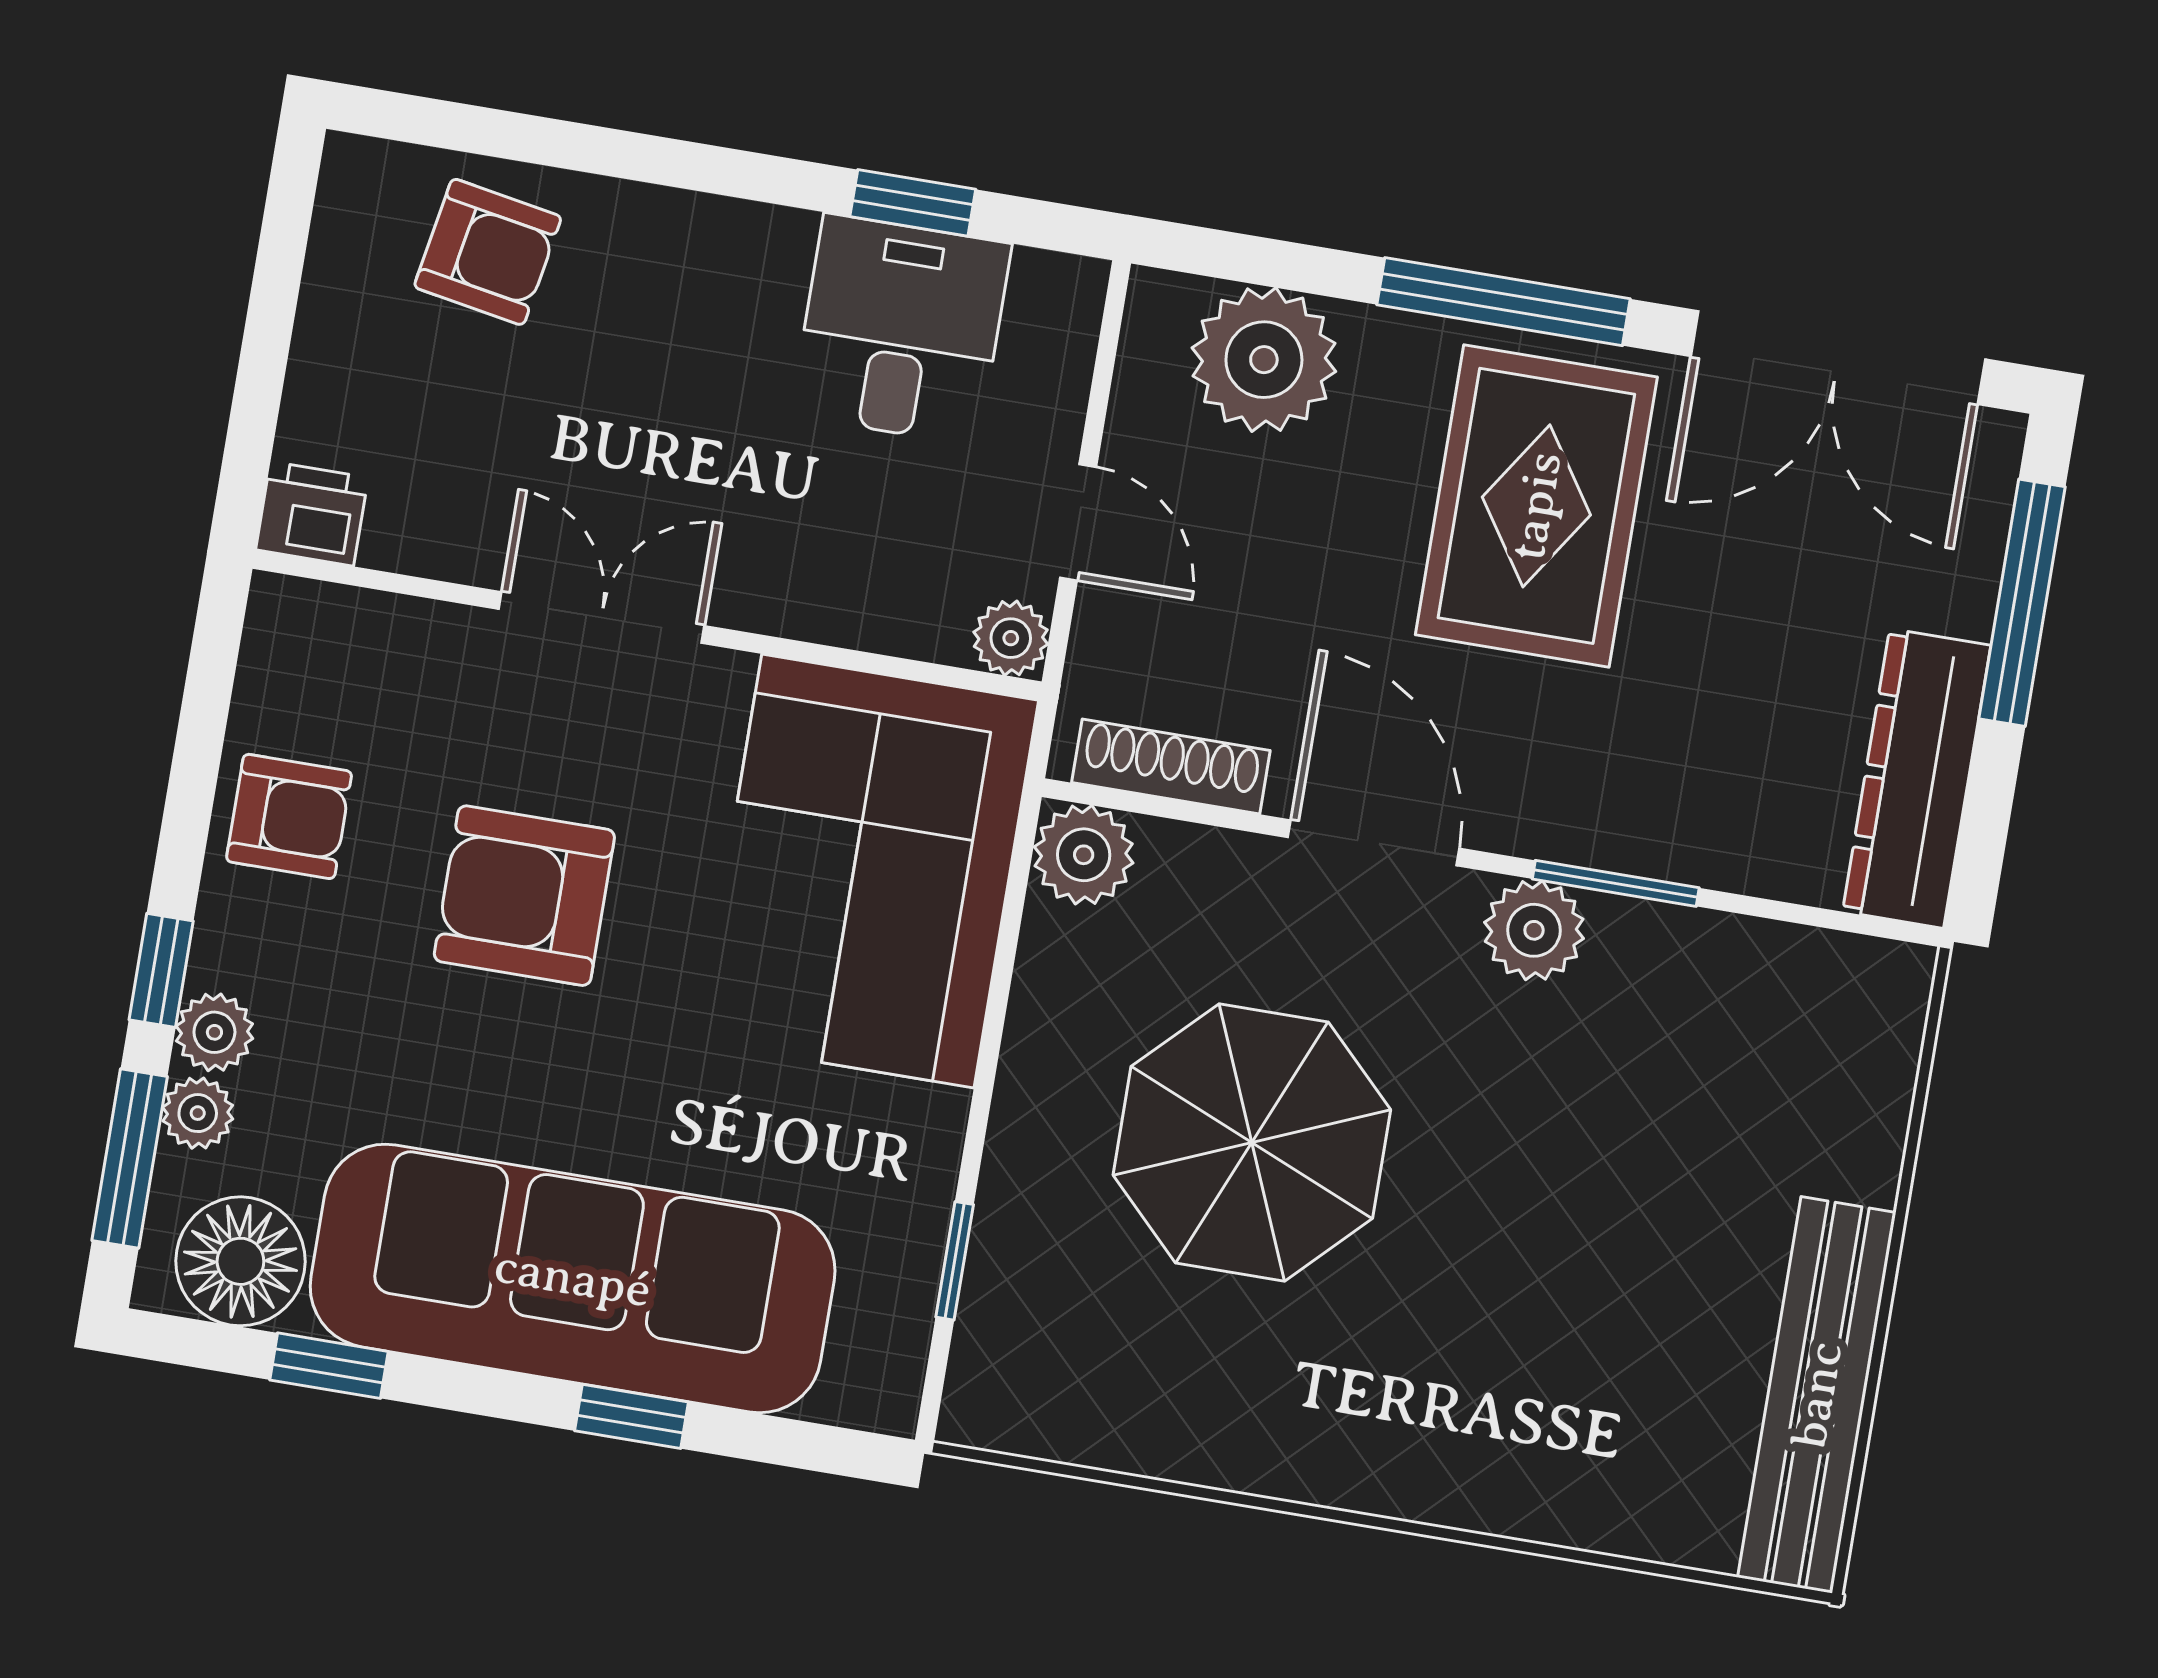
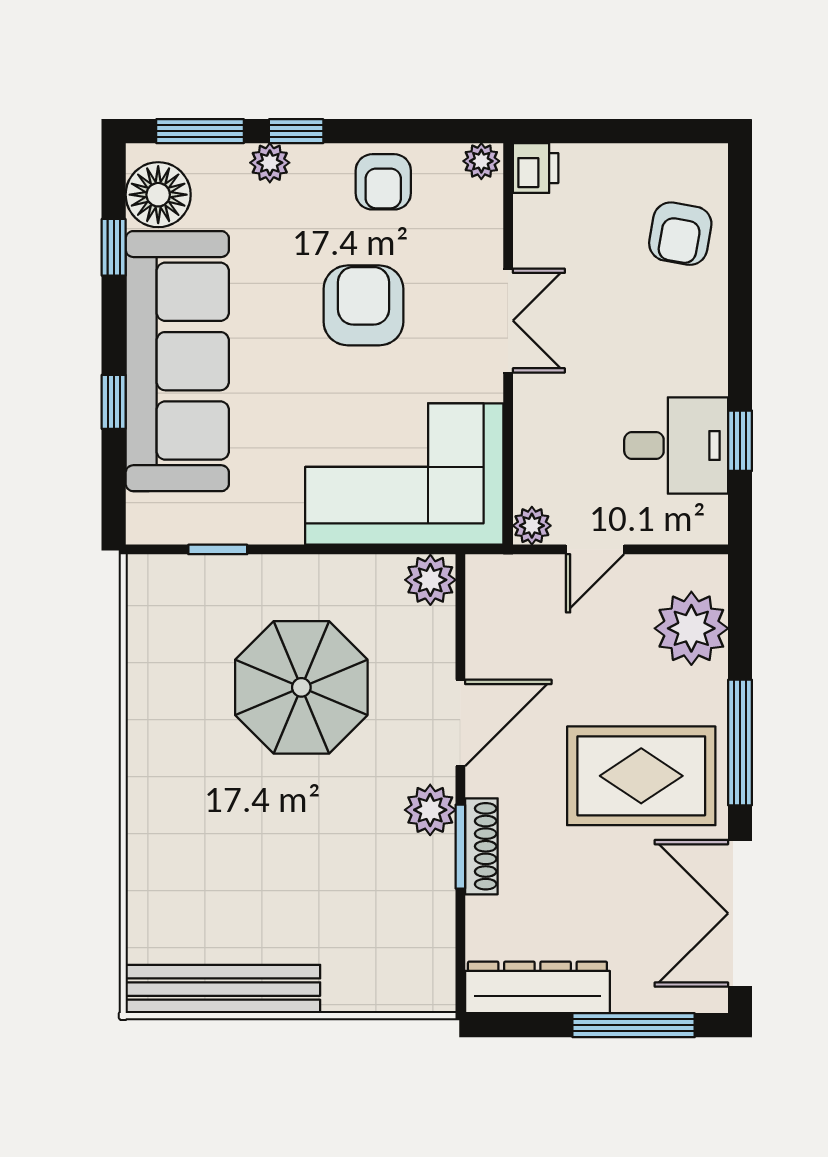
shoe rack: (1171, 766) -> (481, 846), moved
plant: (198, 1113) -> (481, 161), moved

